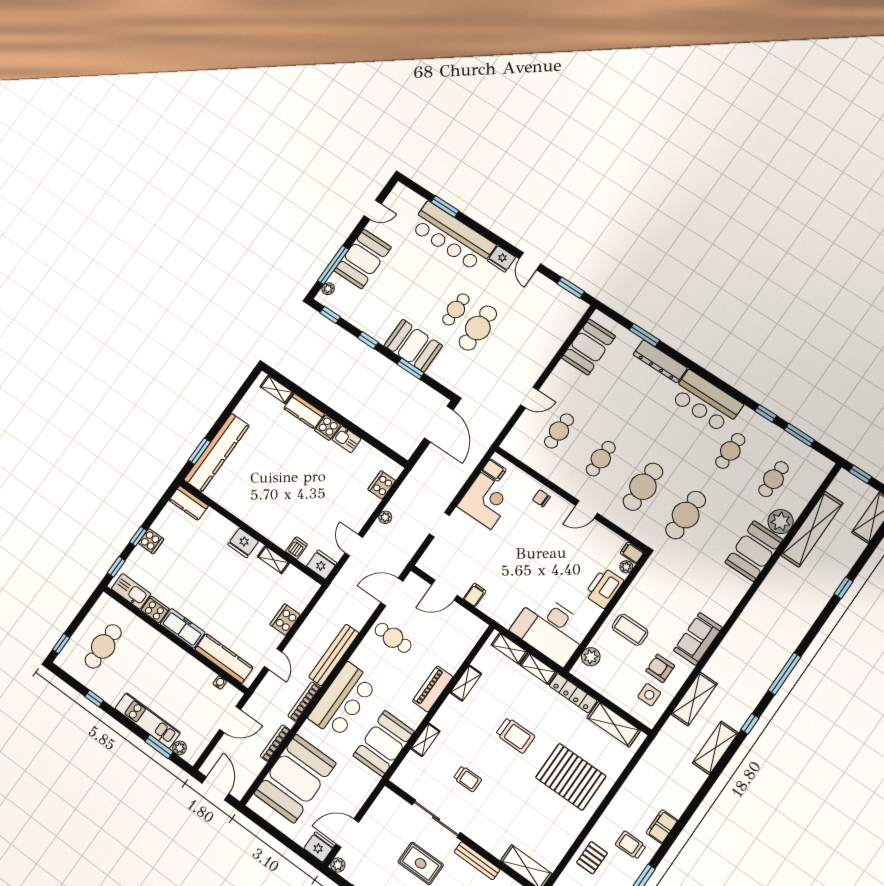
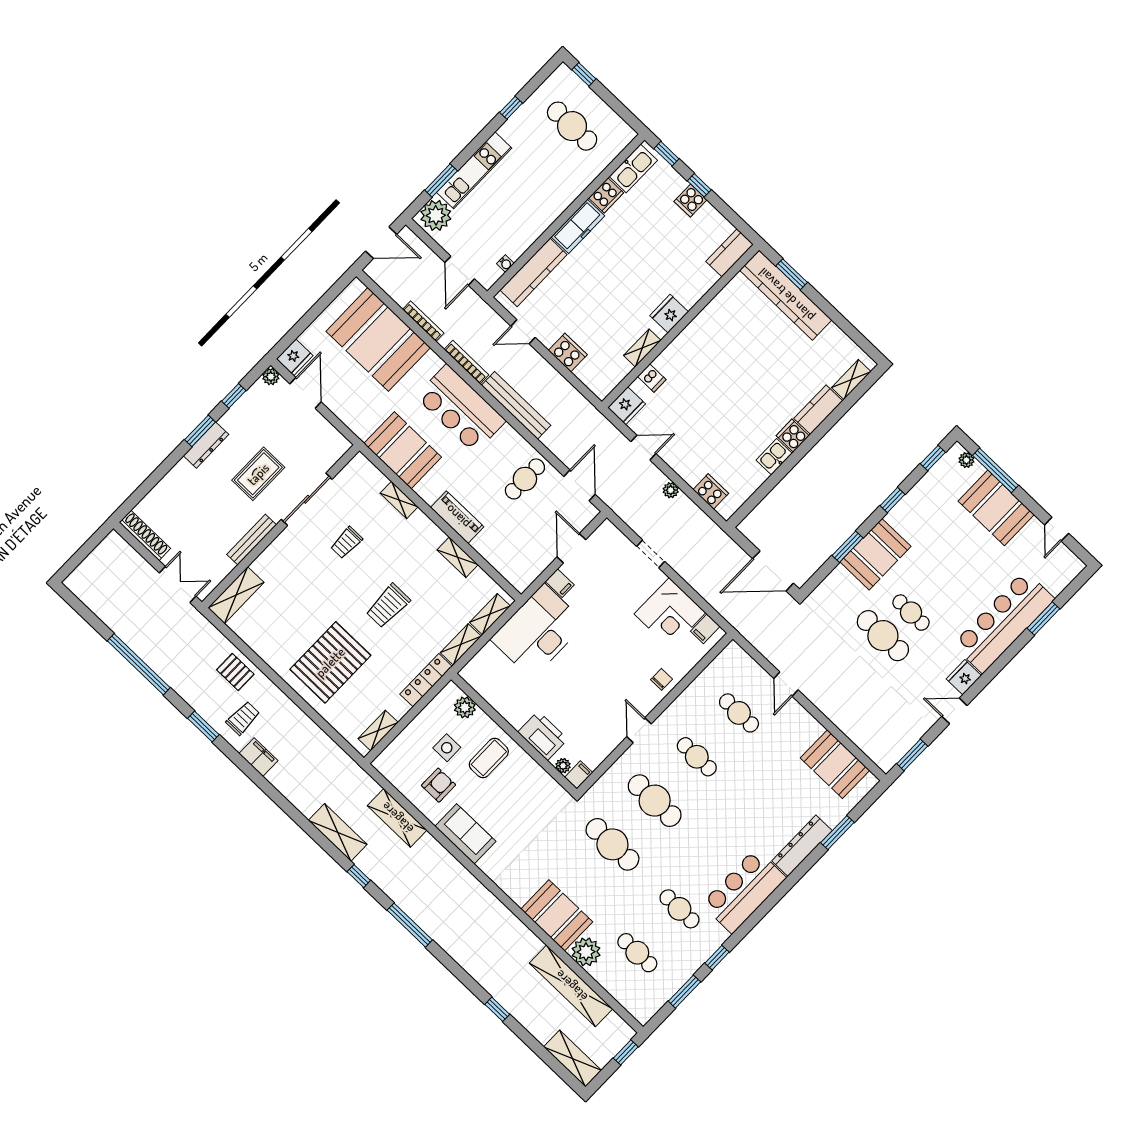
desk: (550, 629) -> (538, 631), moved
side table: (649, 695) -> (447, 748), moved
shelving: (614, 724) -> (378, 731), width x0.67, depth x0.75
plant: (180, 748) -> (436, 215), width x1.88, depth x1.88

